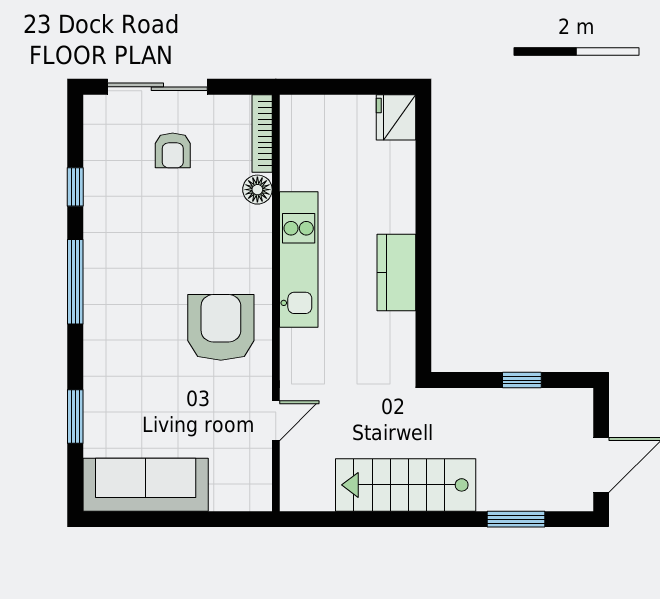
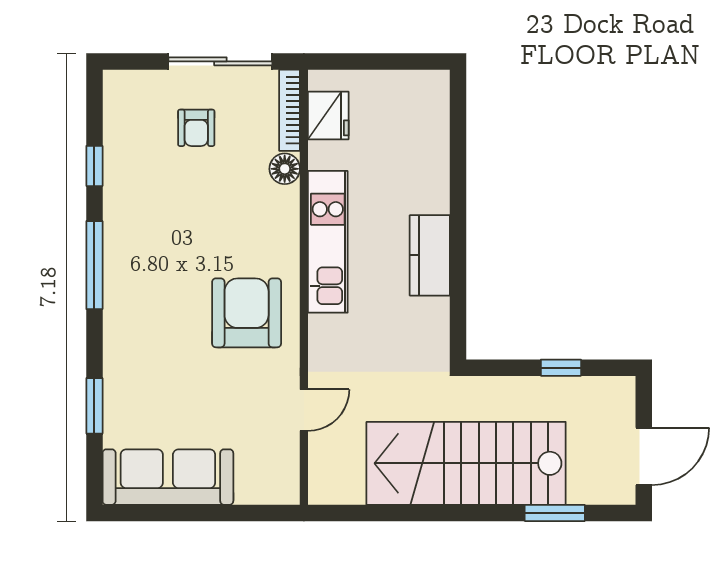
sliding door: (157, 87) -> (220, 61), moved
fridge: (396, 117) -> (328, 116), moved, turned 180
stairs: (406, 485) -> (466, 463), width x1.36, depth x1.51

